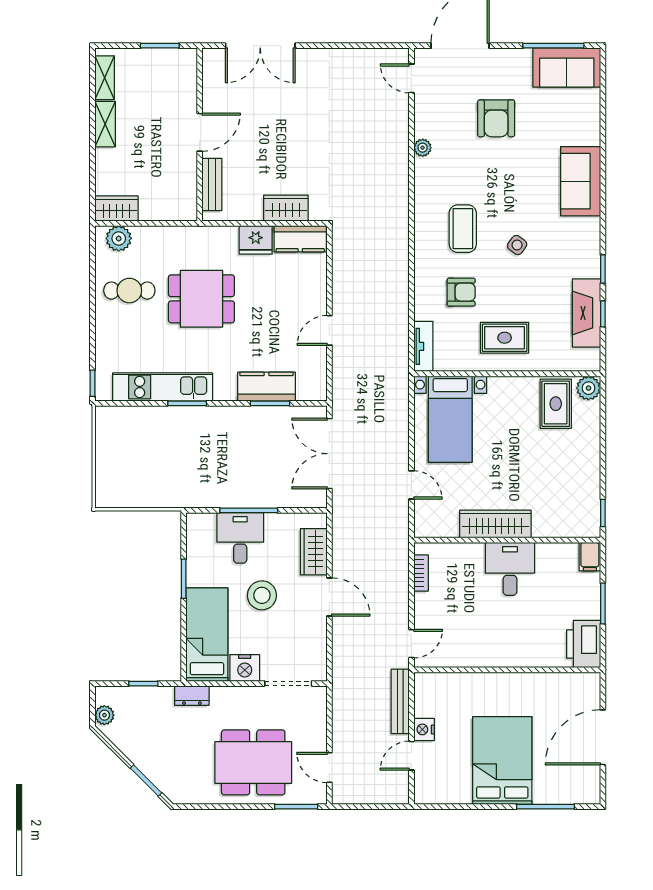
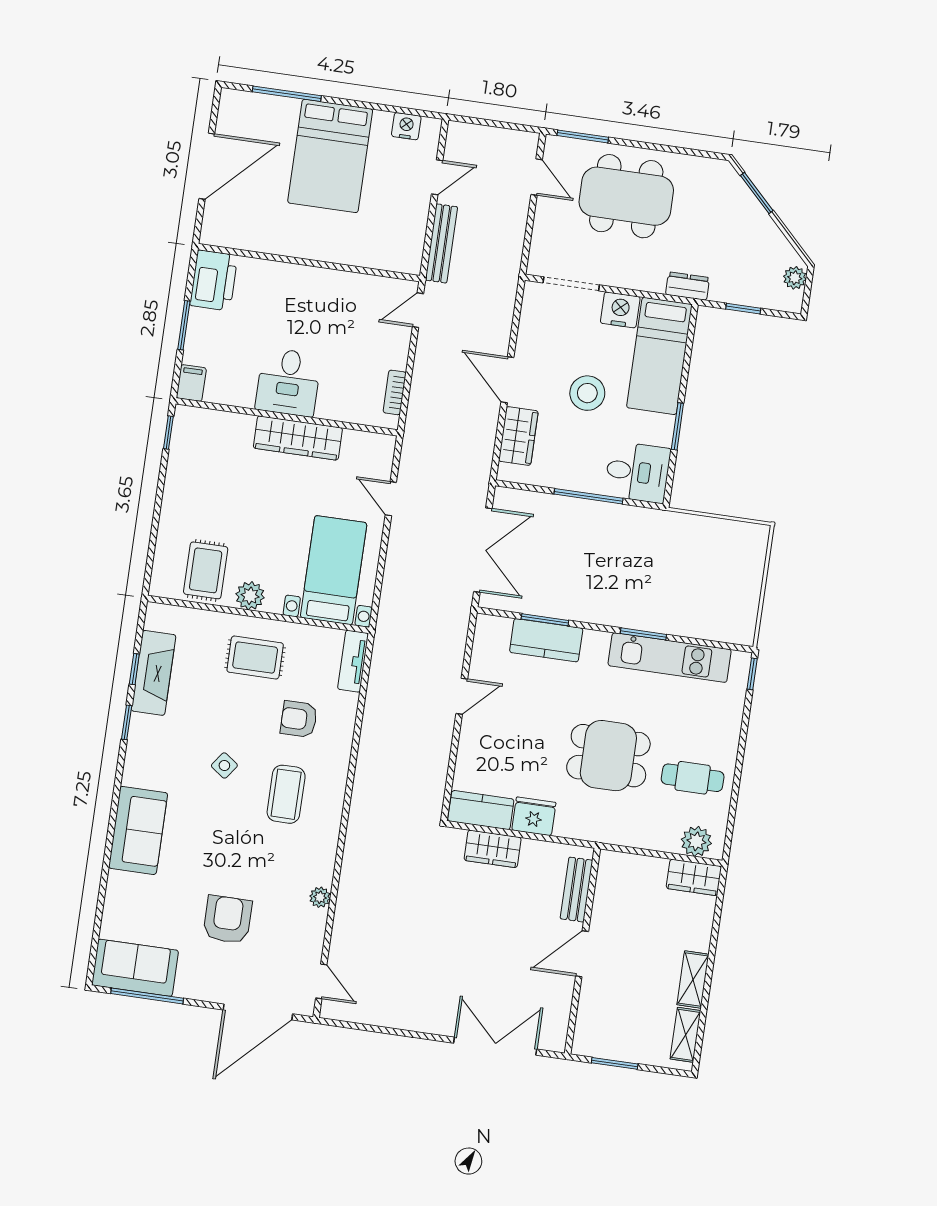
plant: (588, 388) -> (250, 596), moved
desk: (240, 538) -> (637, 472), moved, turned -90
nightstand: (424, 729) -> (406, 126), moved, turned -90

